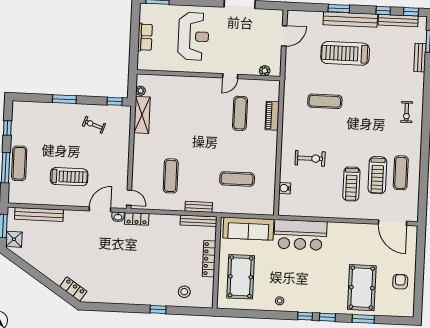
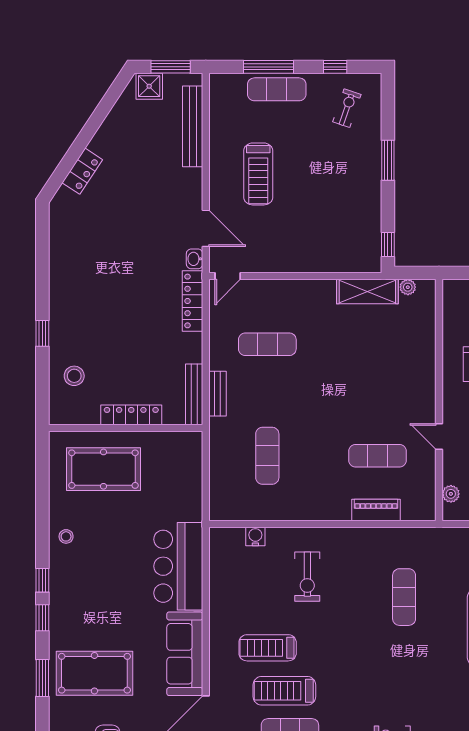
exercise bike: (94, 125) -> (347, 108), moved
locker: (137, 219) -> (193, 301), width x1.53
sofa: (248, 229) -> (185, 654), moved
locker: (73, 289) -> (82, 171), moved

